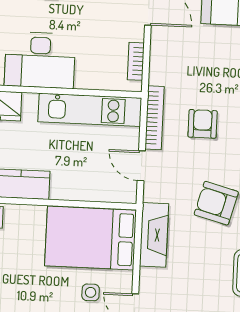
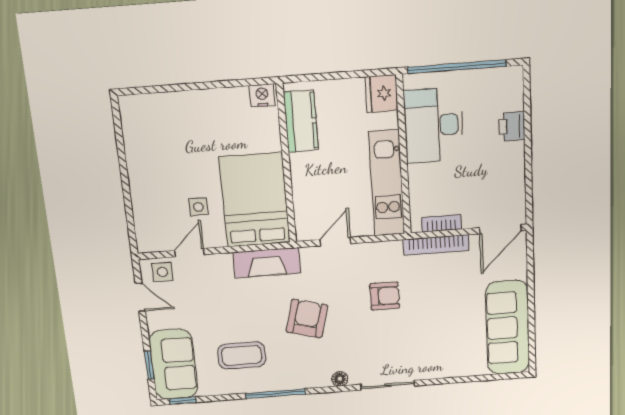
bookcase: (155, 118) -> (436, 245), moved

